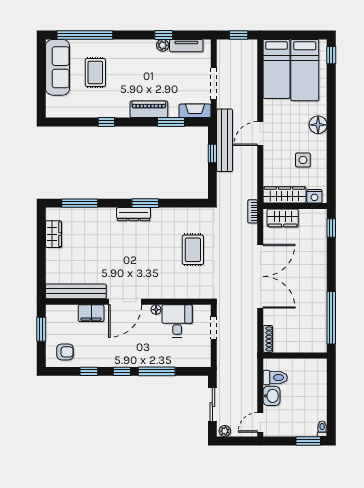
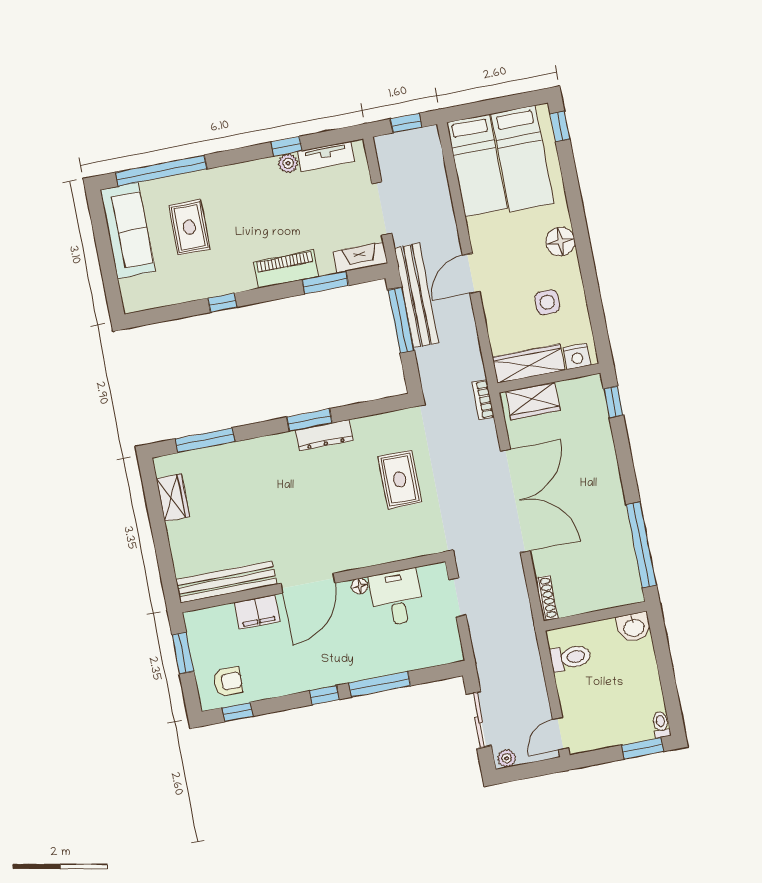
window: (212, 154) -> (401, 320), width x2.17
dresser: (134, 214) -> (324, 435), moved
window: (89, 371) -> (238, 712), moved
washbasin: (271, 396) -> (634, 627), moved, turned 90

